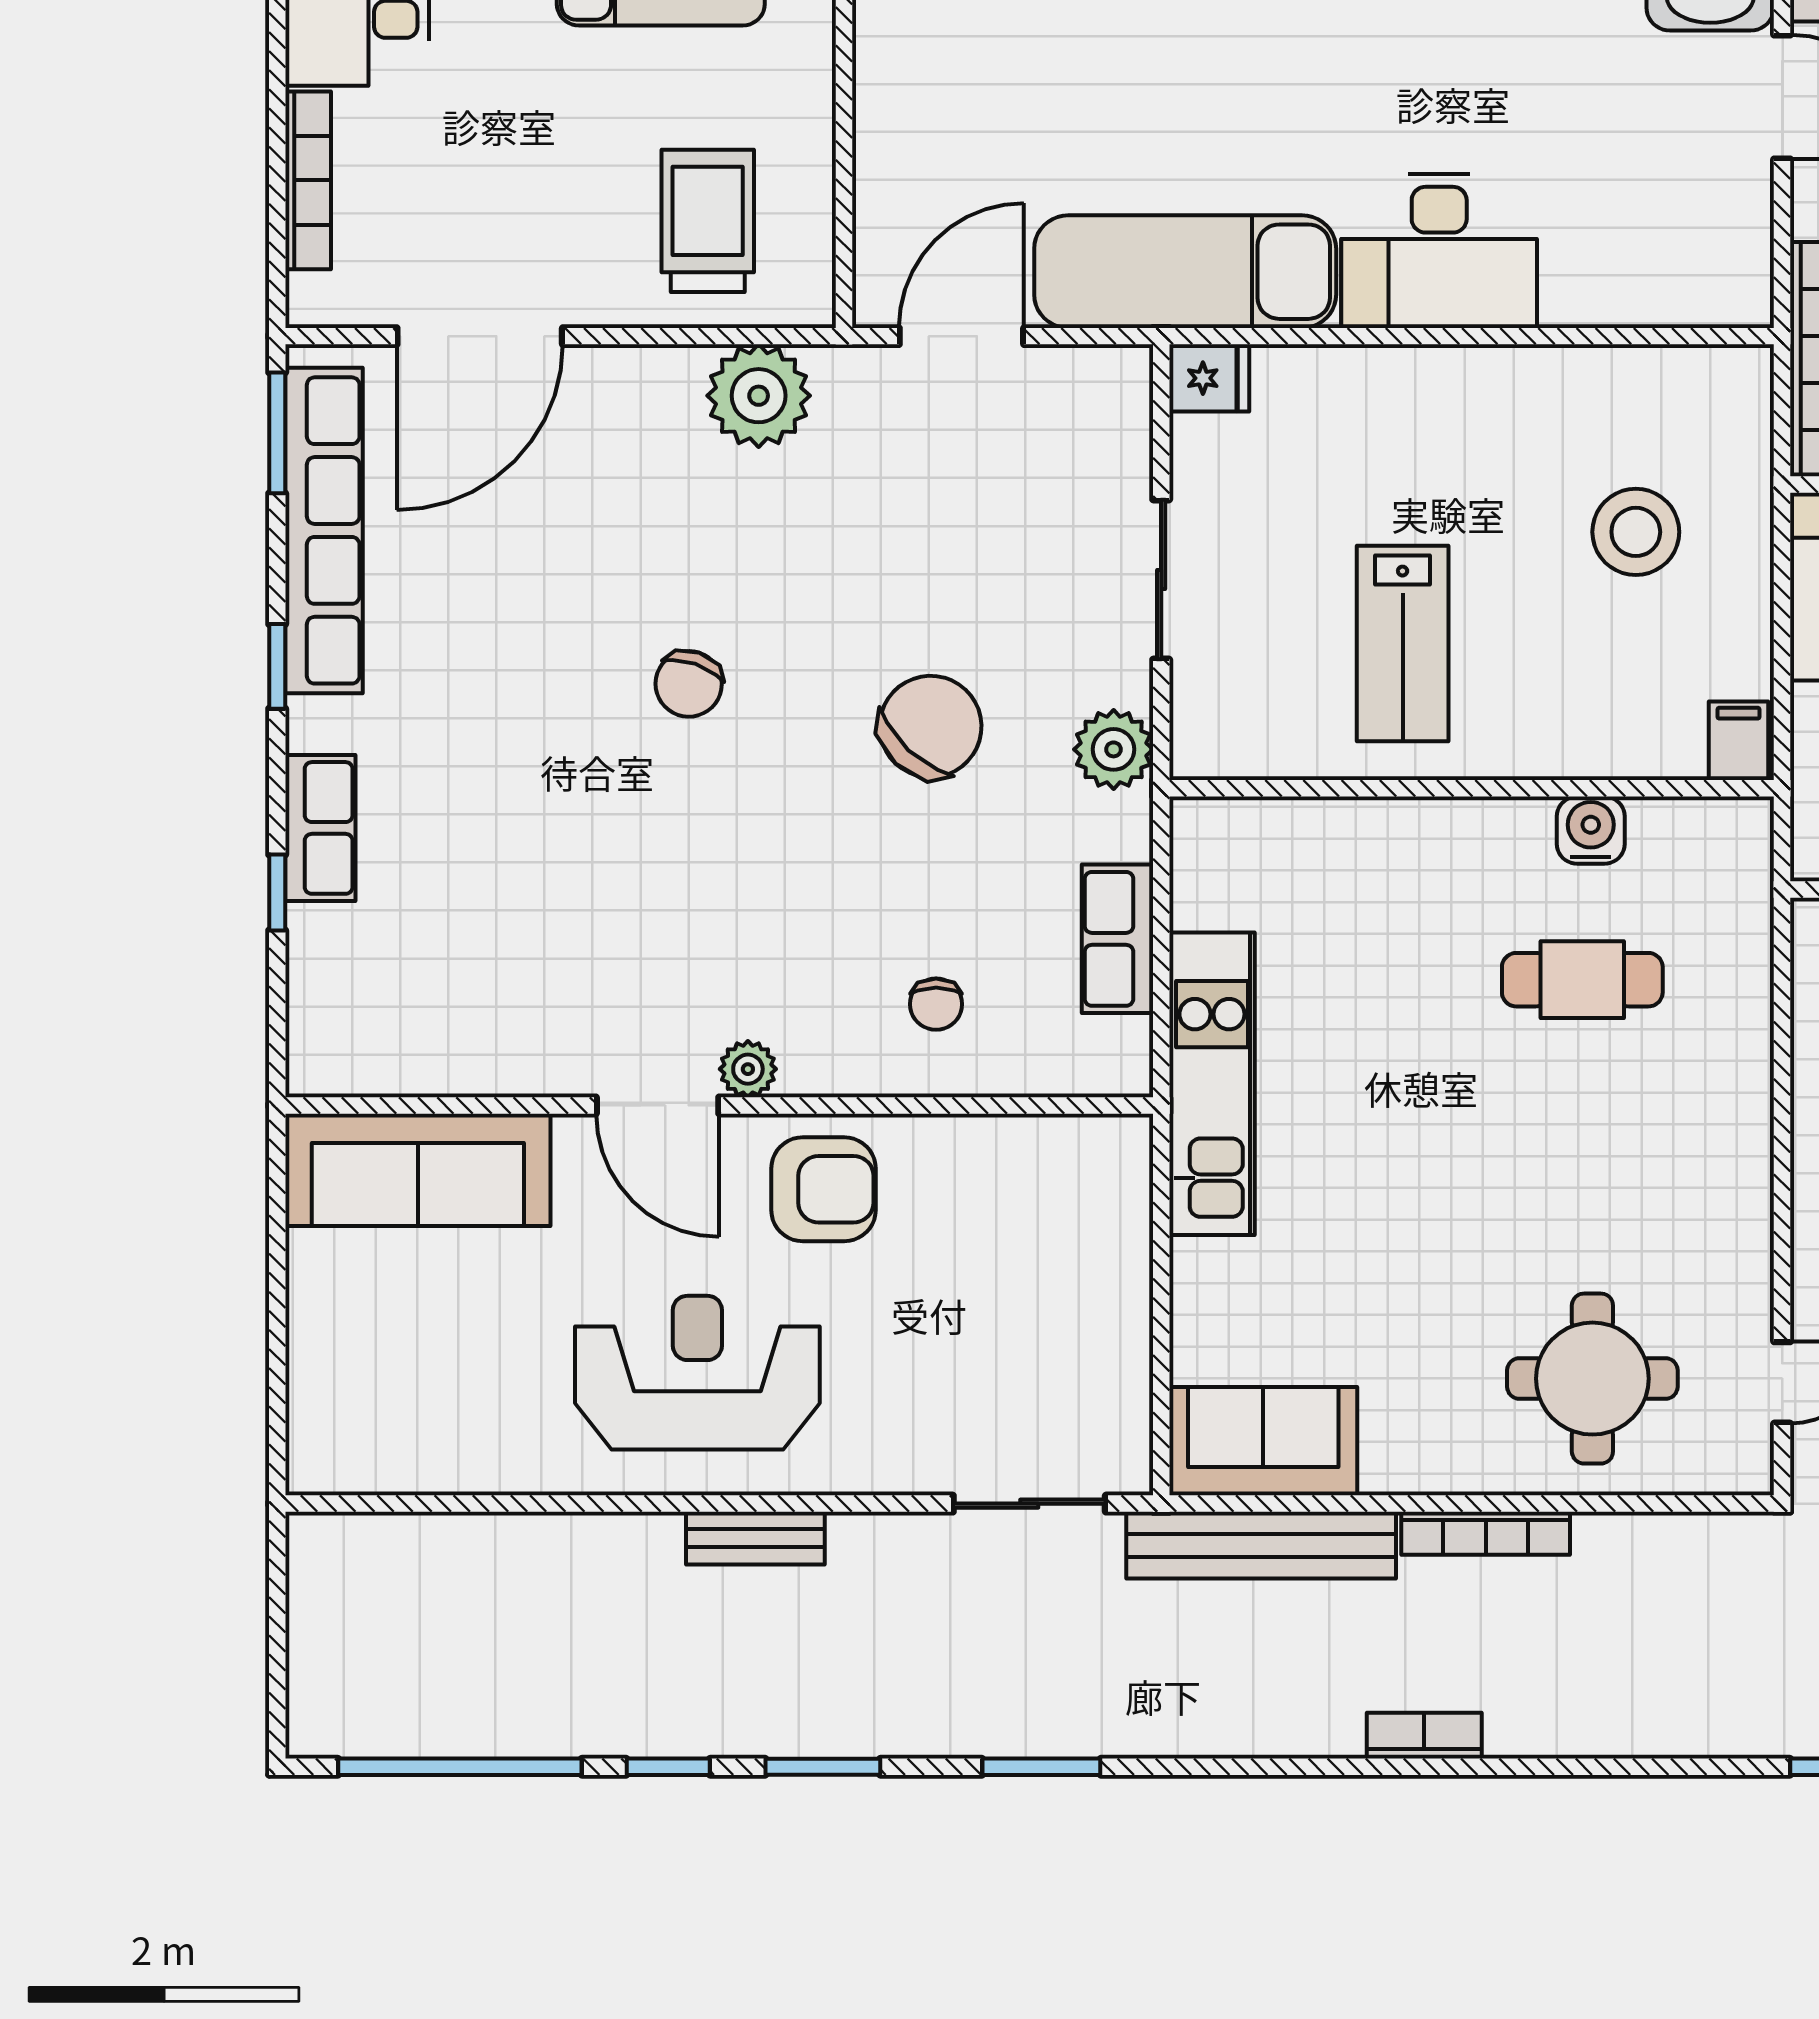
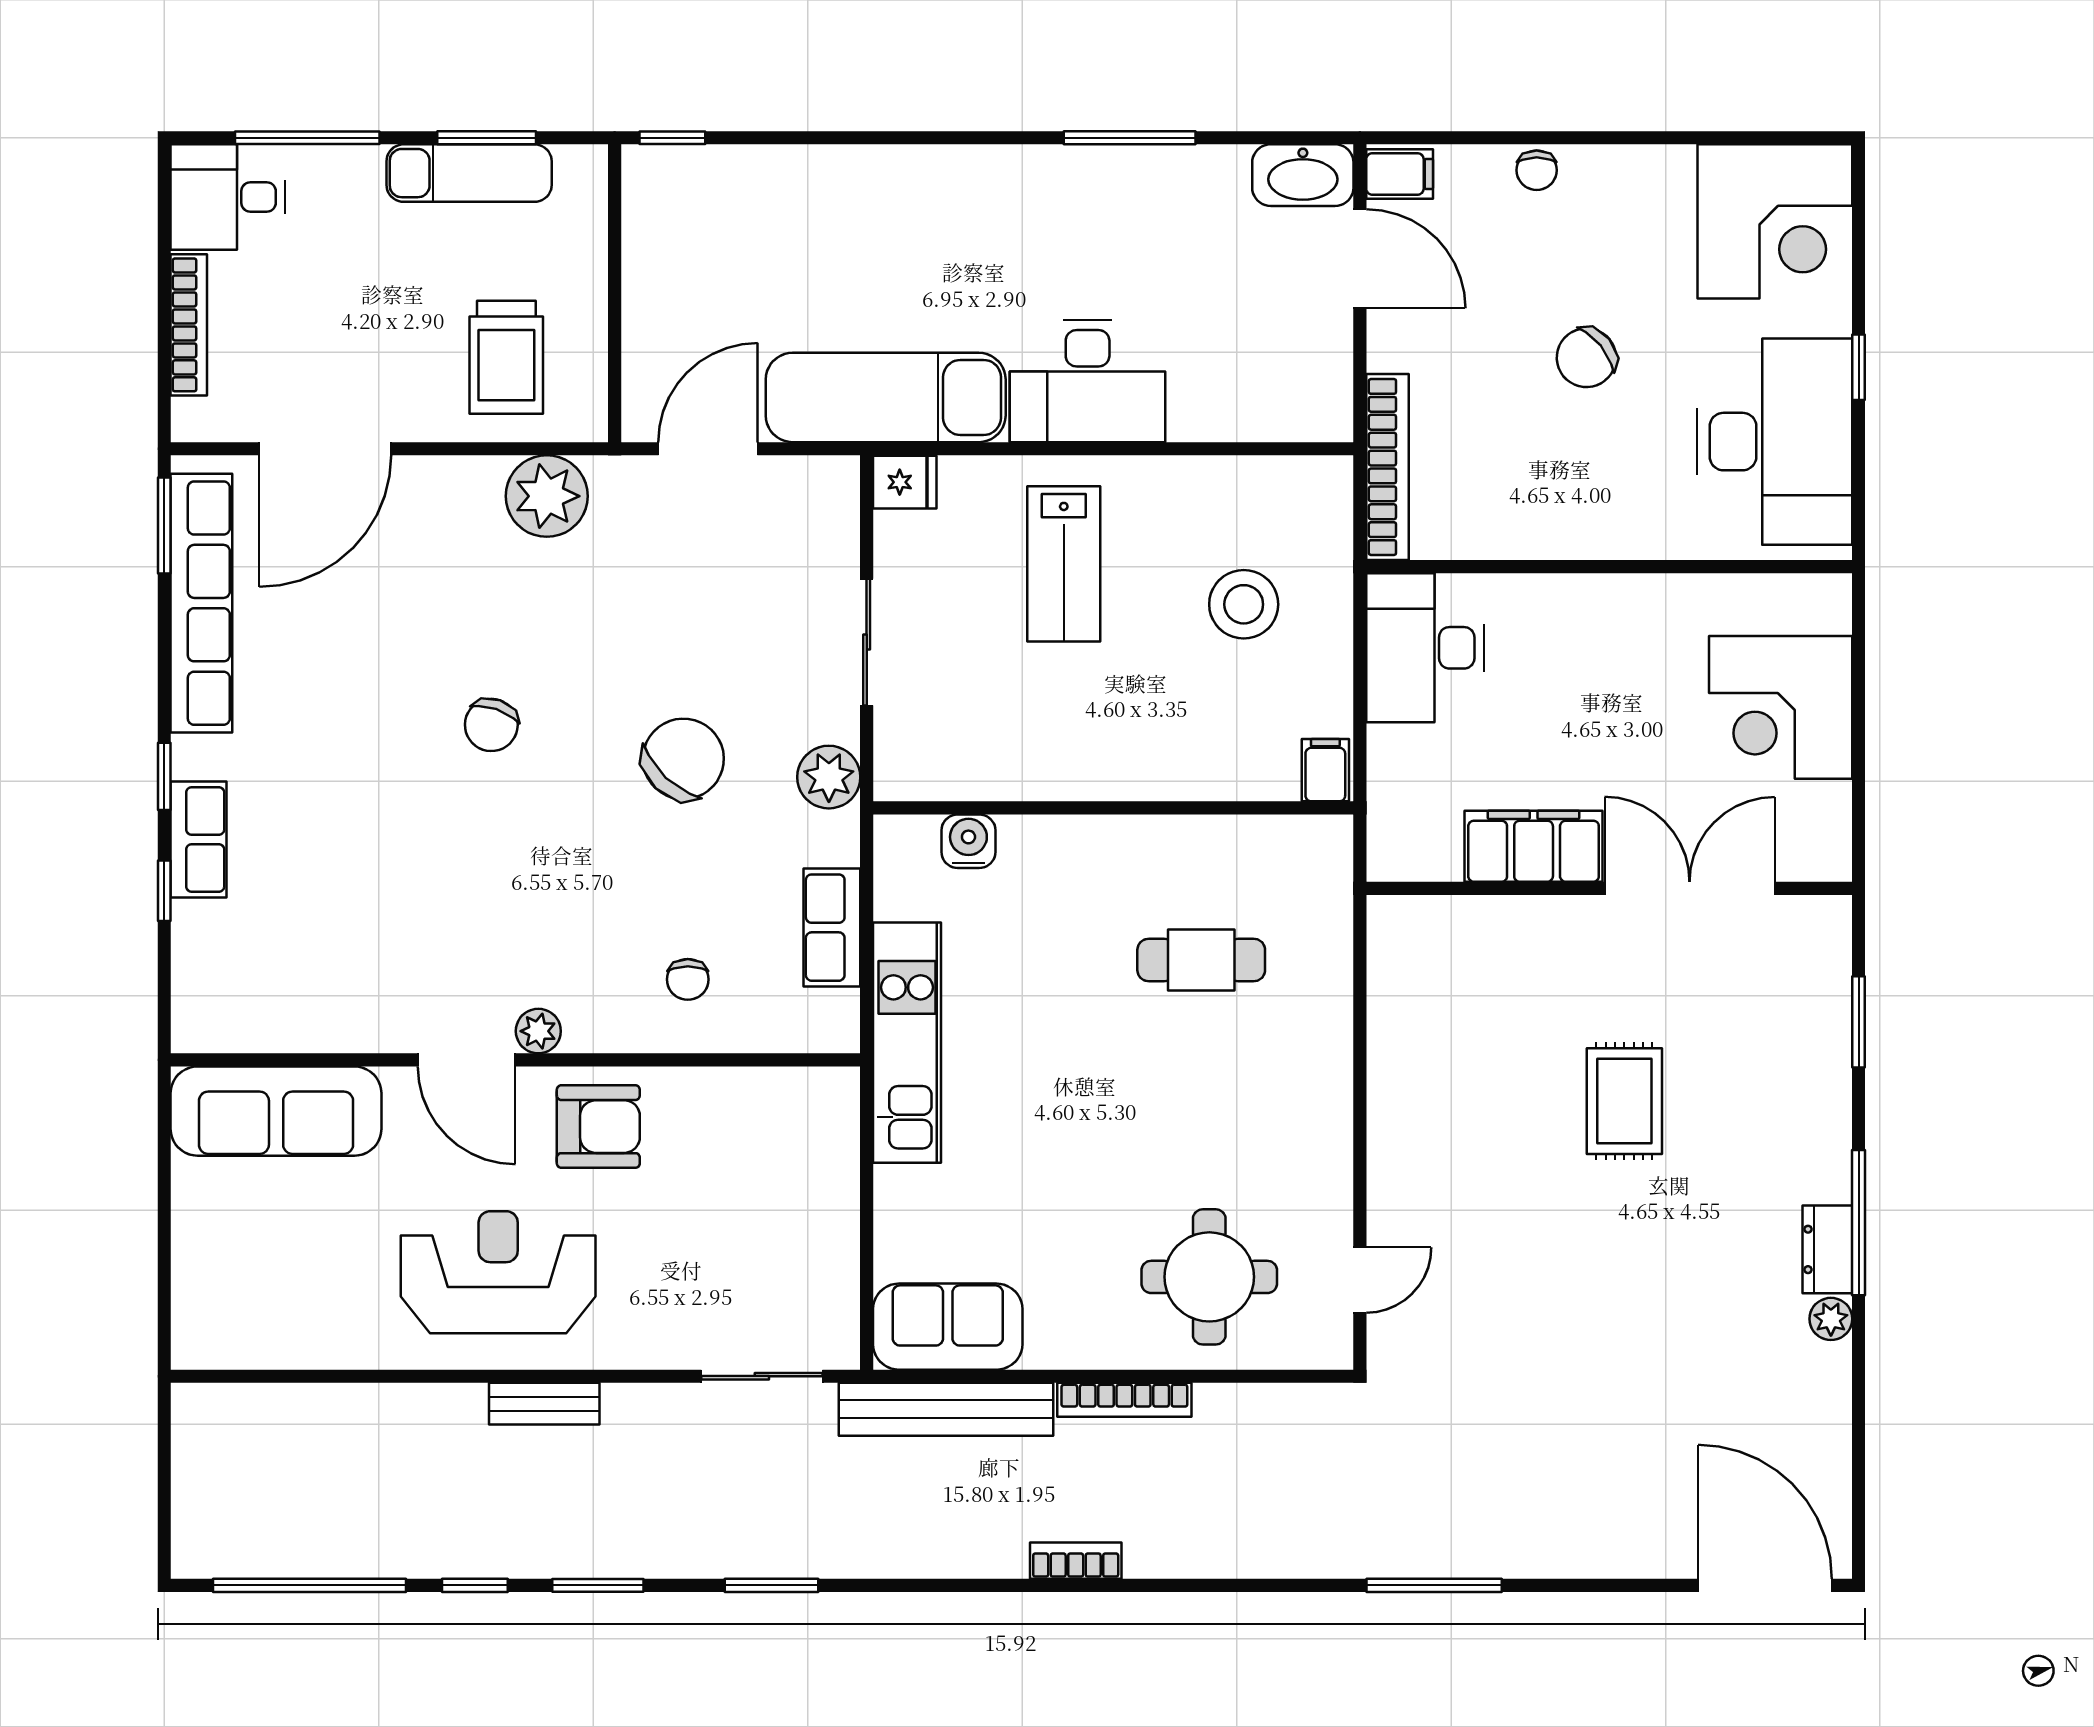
trolley: (708, 221) -> (506, 357), turned 180
lab bench: (1403, 643) -> (1064, 564), moved
window: (277, 666) -> (164, 776), moved
water cooler: (1591, 830) -> (968, 841), moved

